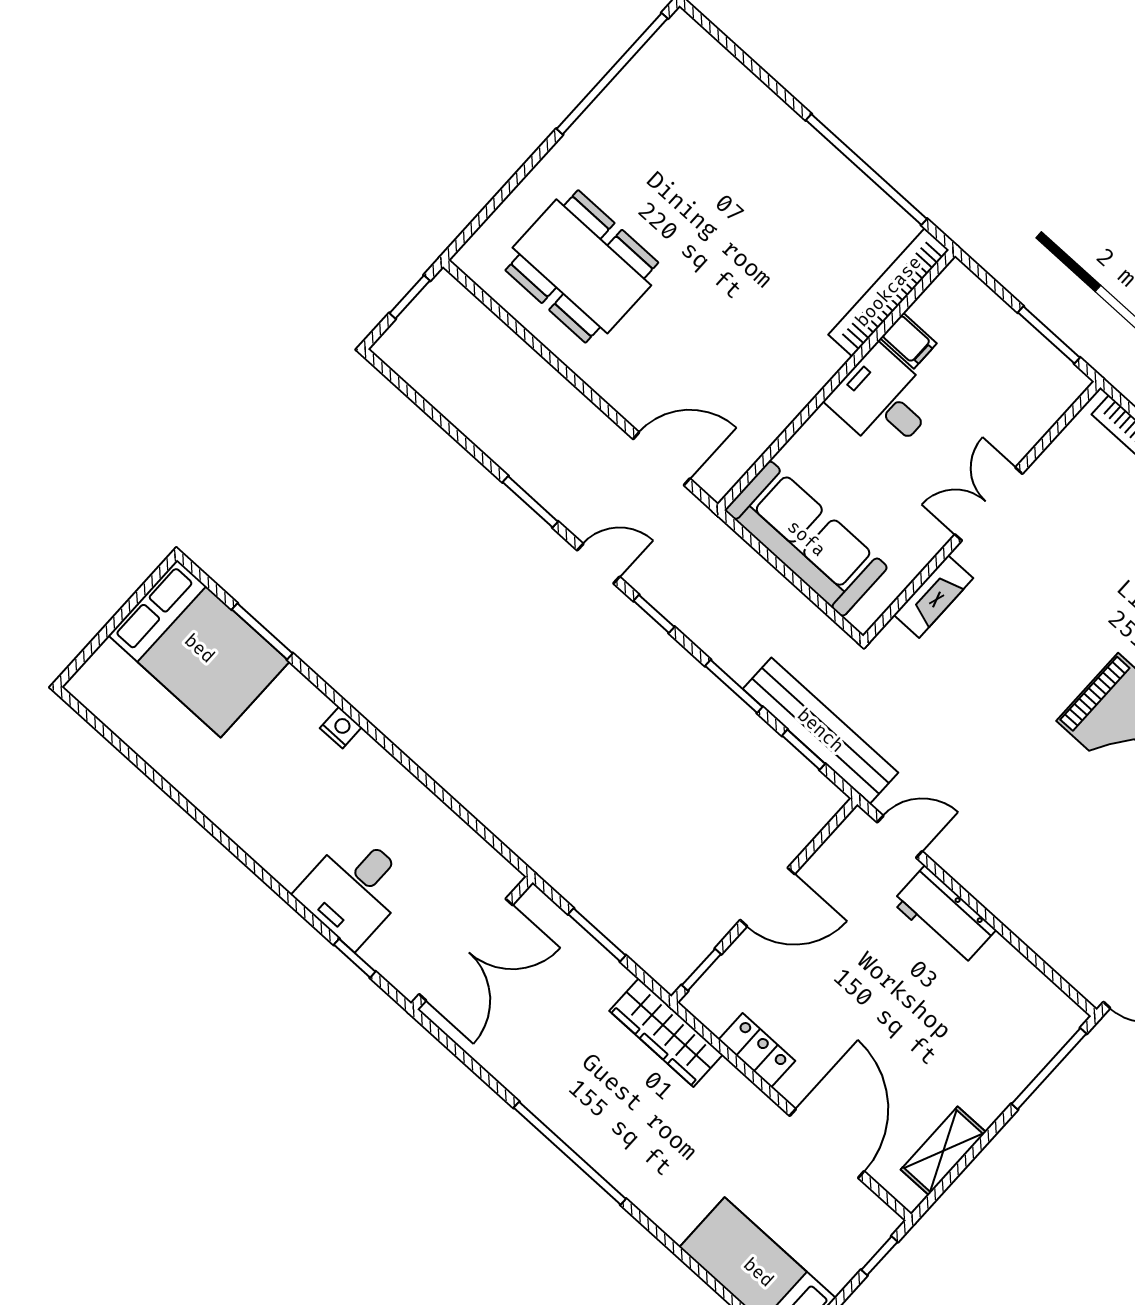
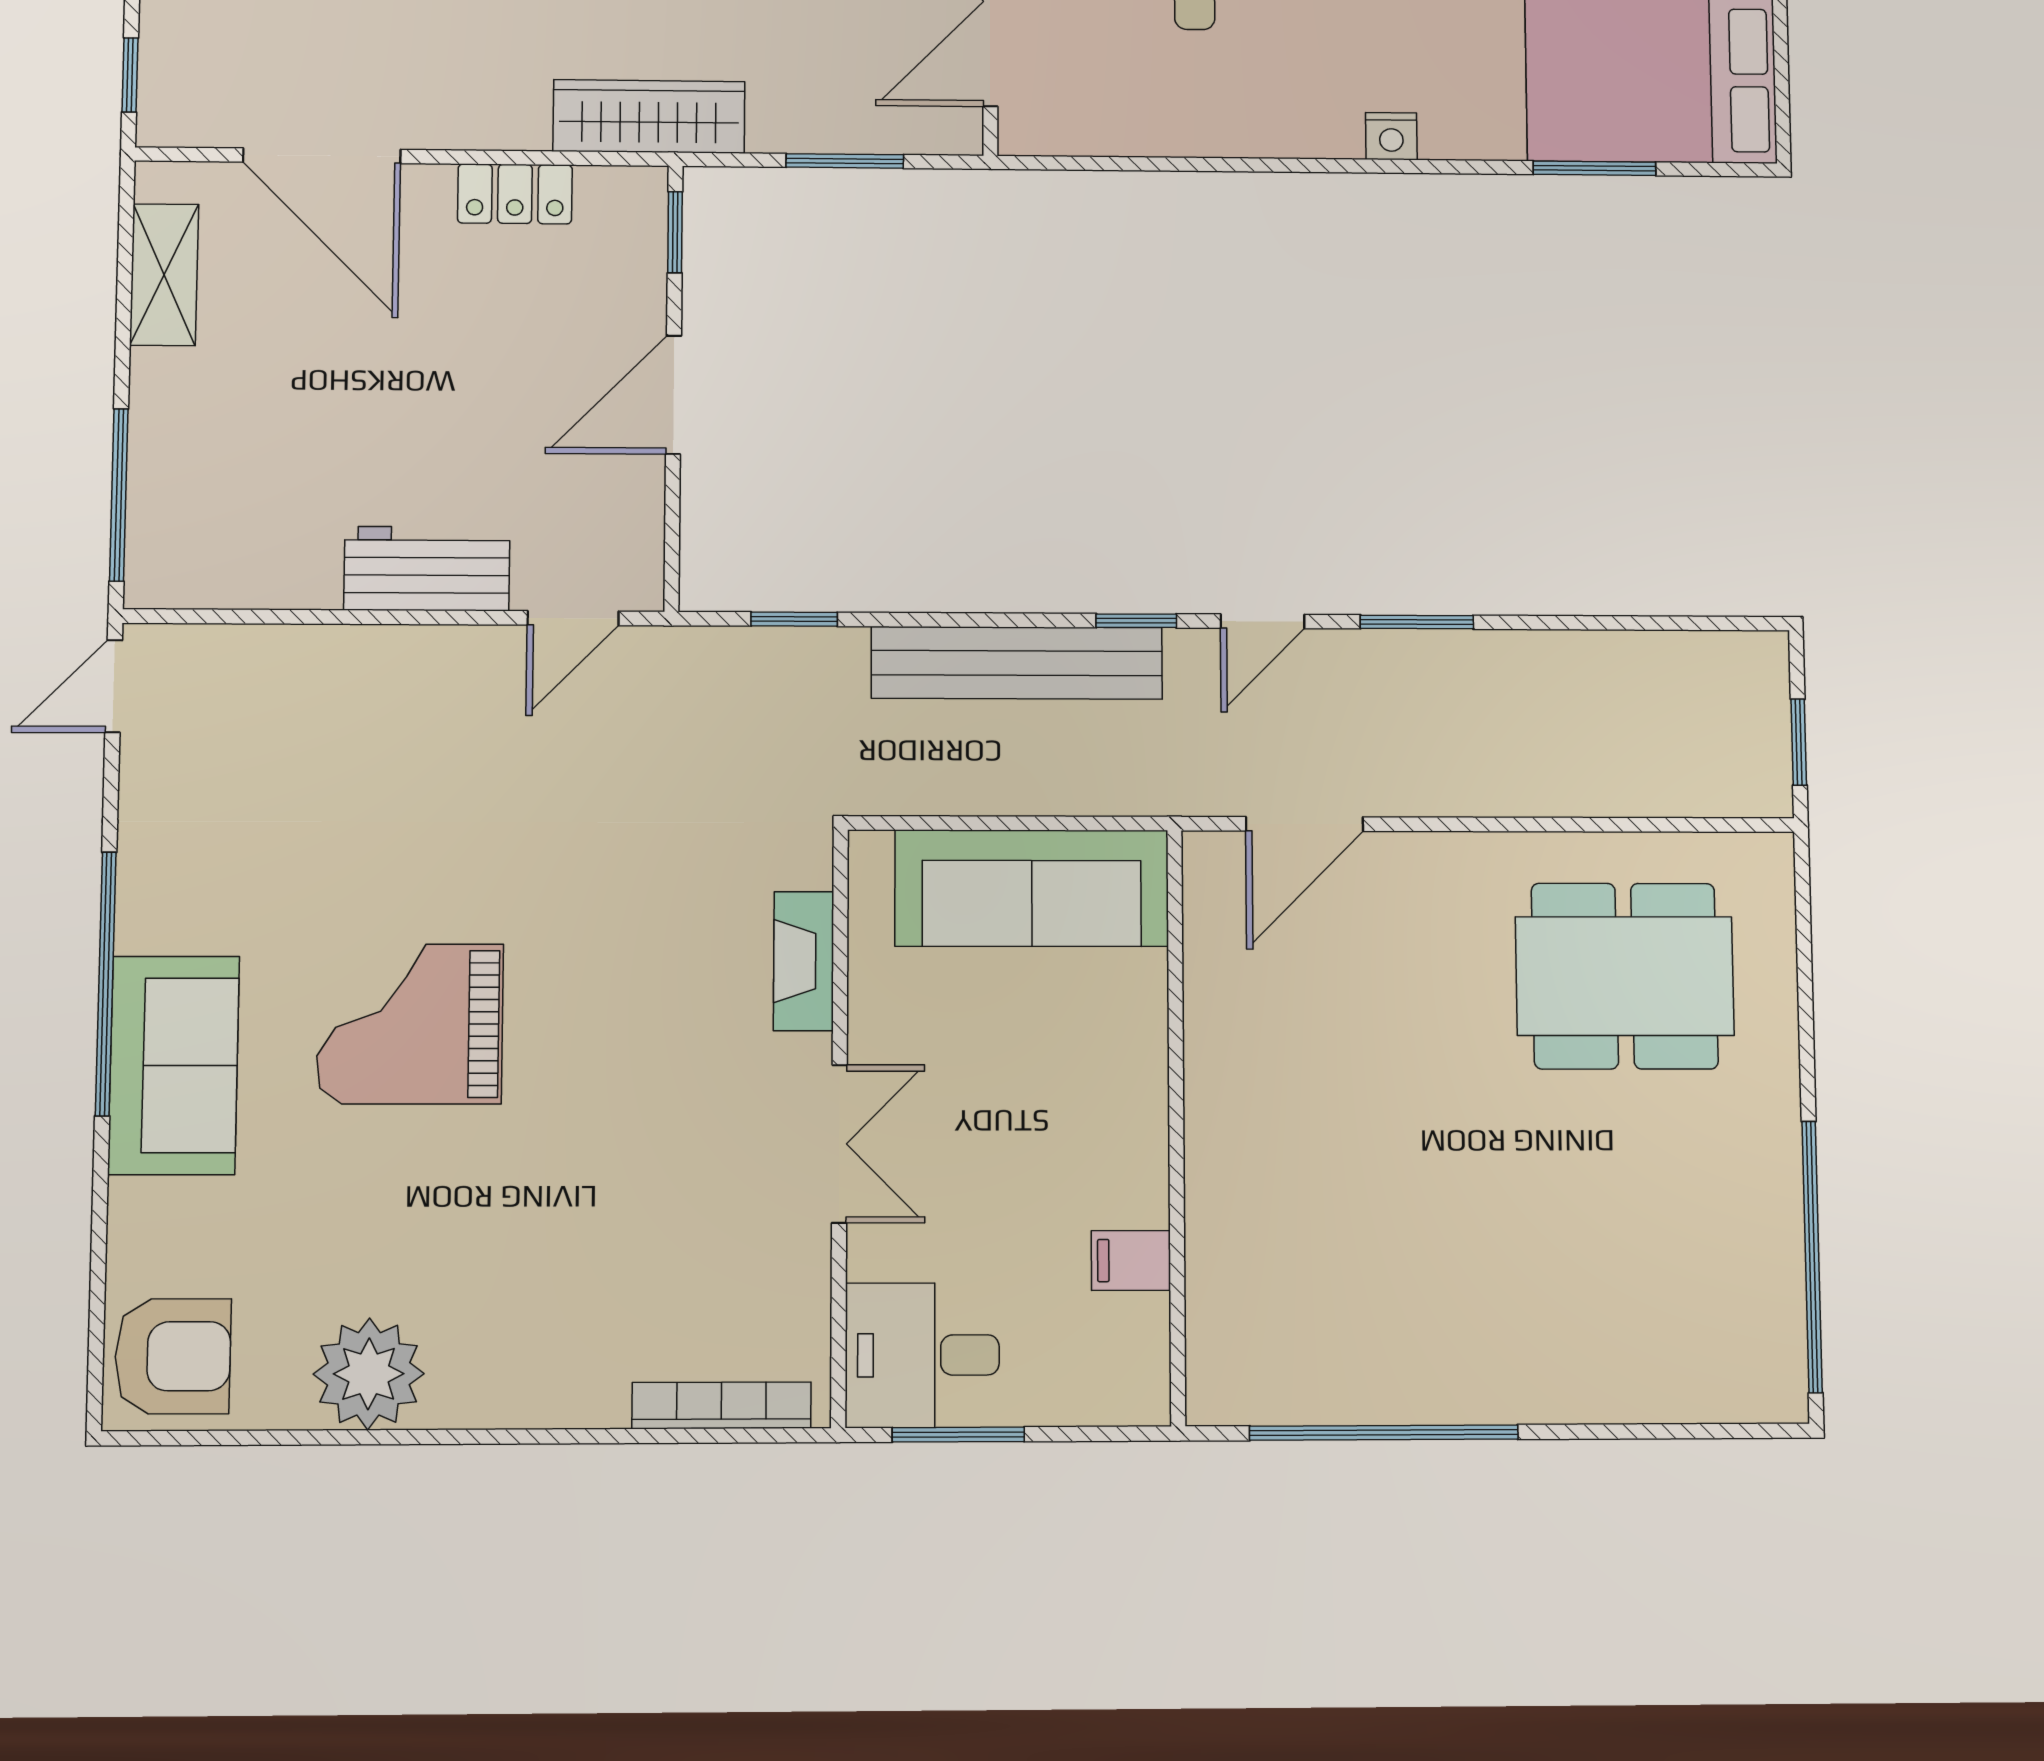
bookcase: (889, 292) -> (1212, 1300), removed
desk: (883, 401) -> (922, 1355), moved, turned 180
window: (734, 686) -> (954, 620), removed
bench: (820, 731) -> (1017, 663), moved

